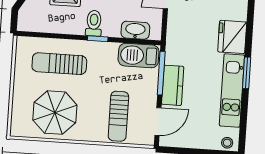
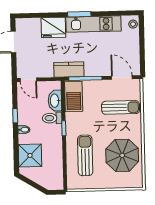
toilet: (94, 23) -> (52, 118), moved
sun lounger: (59, 64) -> (85, 155), turned 180
kitchen counter: (173, 85) -> (69, 69), moved

